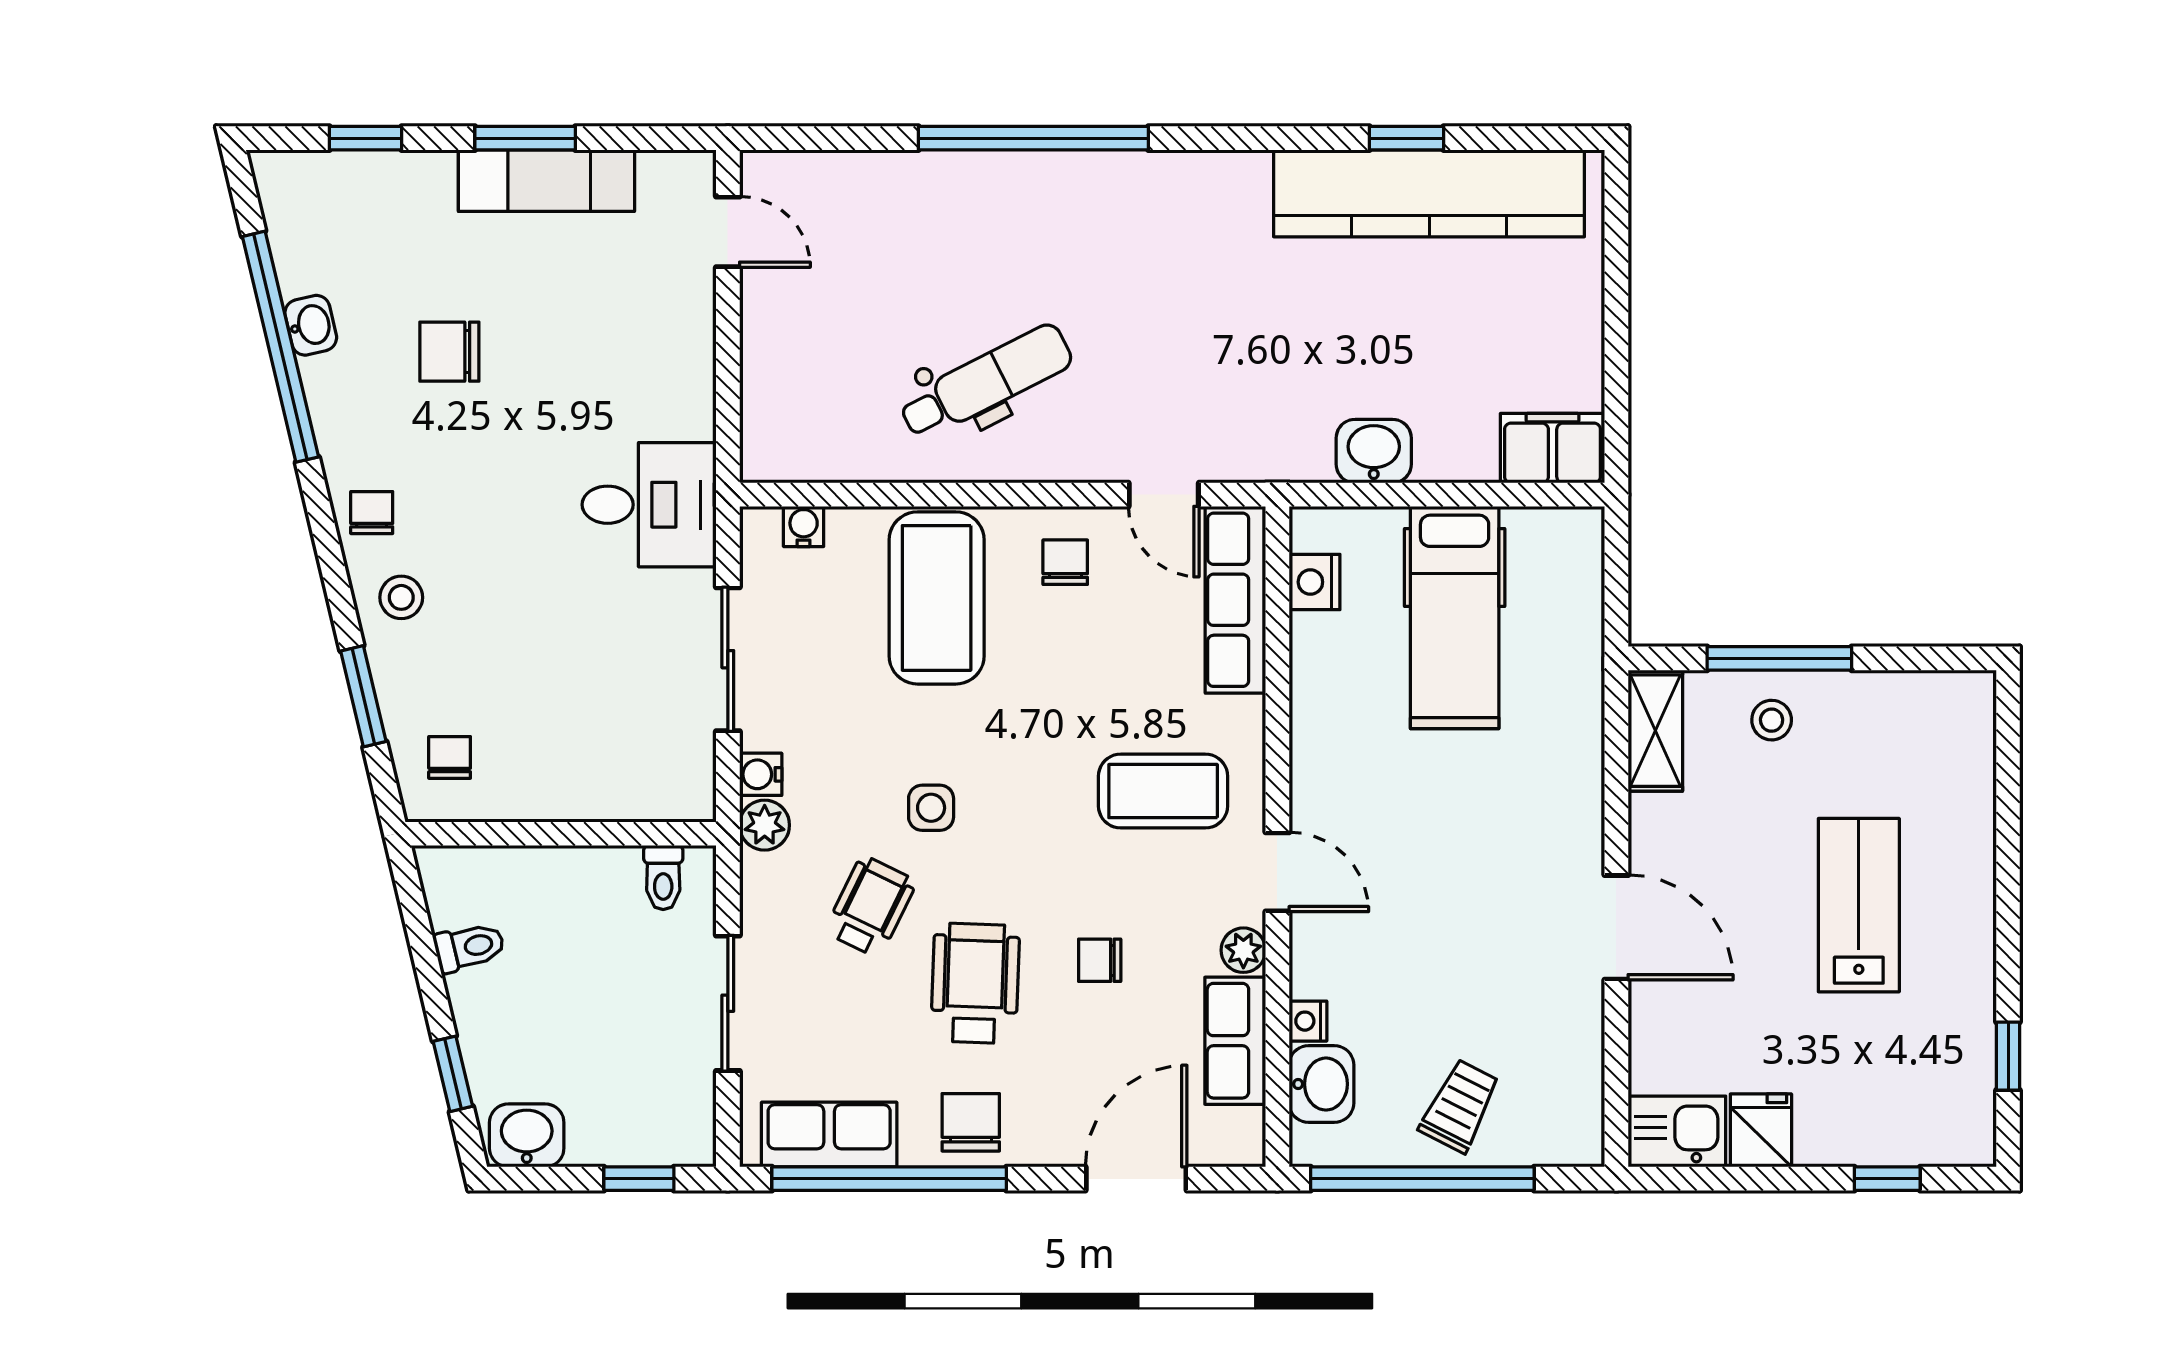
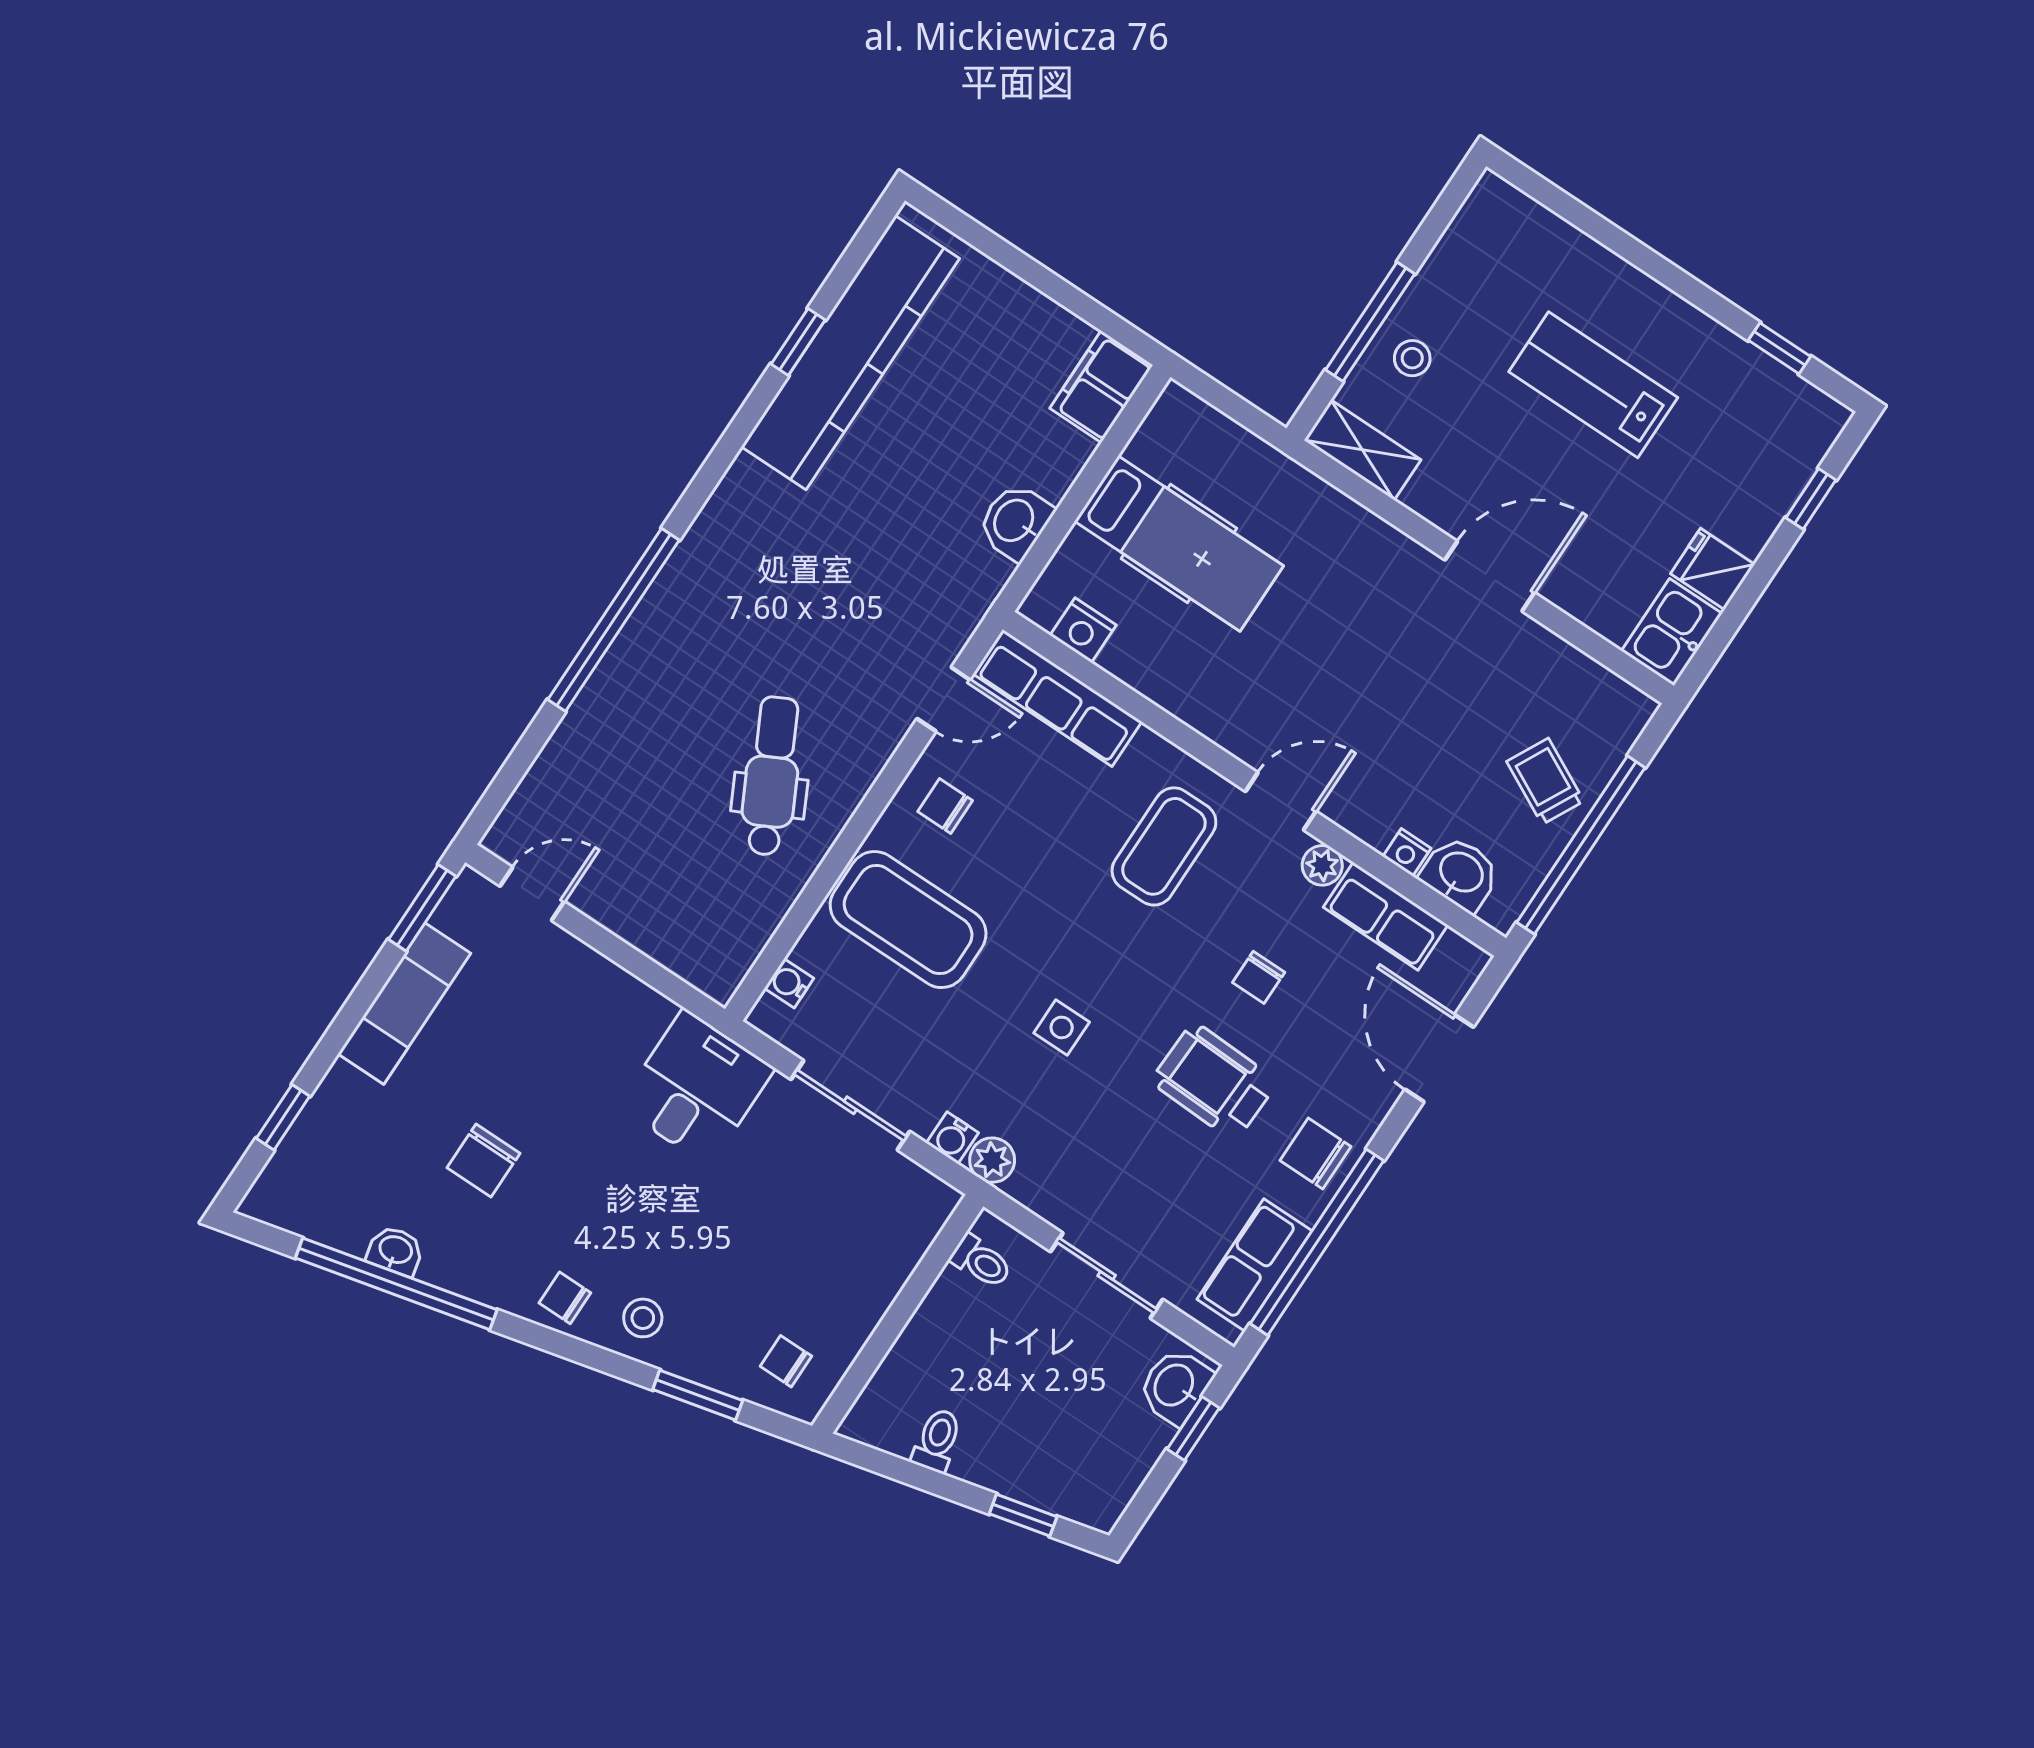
window: (525, 138) -> (422, 908), moved
wheelchair: (871, 906) -> (1105, 1121), removed
washbasin: (527, 1135) -> (1175, 1386), moved

